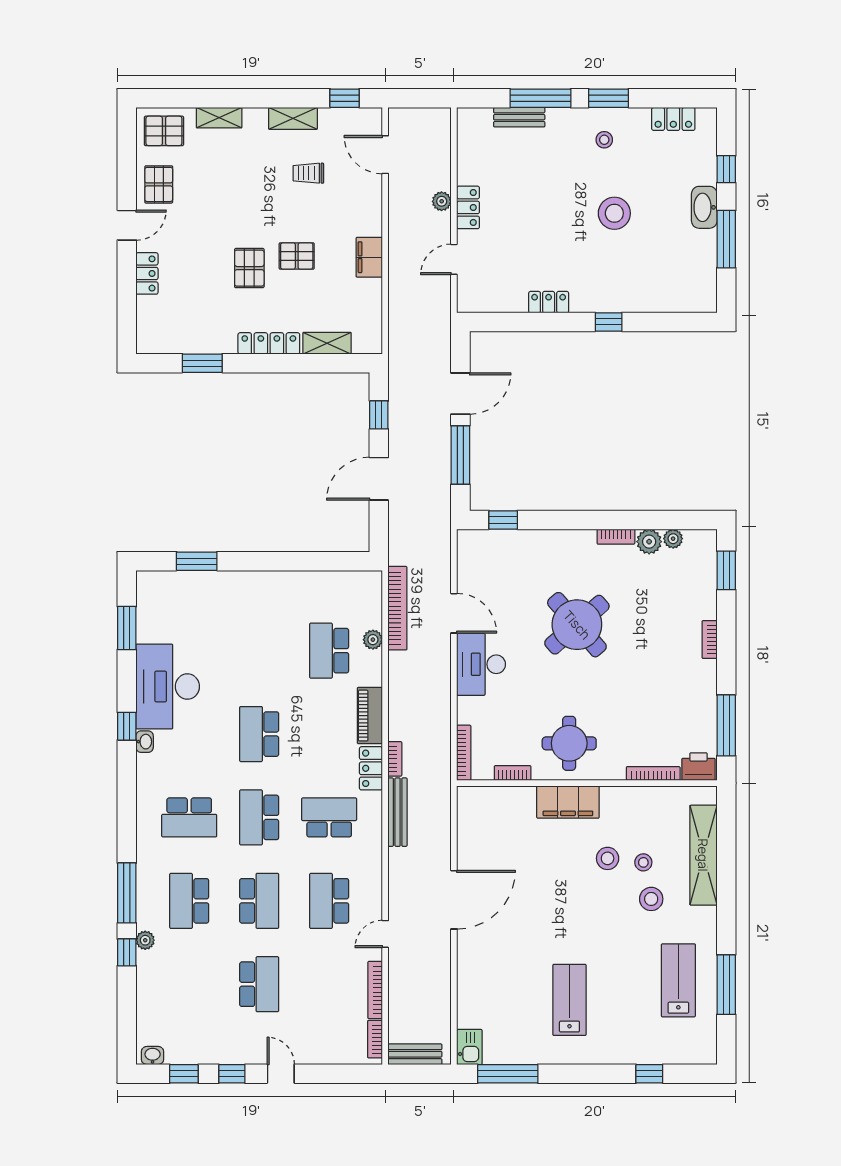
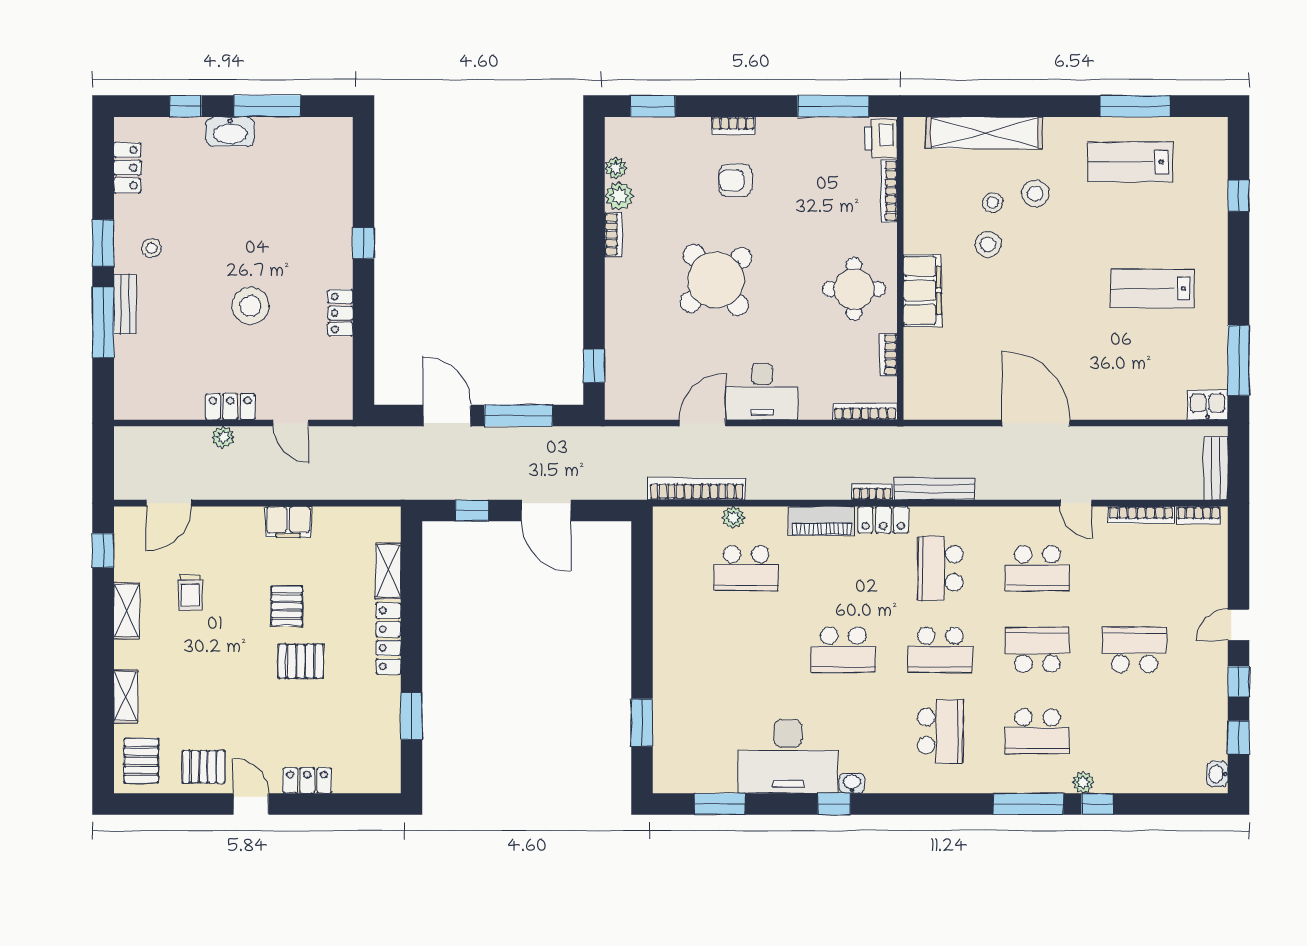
bench: (519, 117) -> (125, 304), moved
stool: (614, 213) -> (250, 306), moved
armchair: (662, 641) -> (735, 180), added

